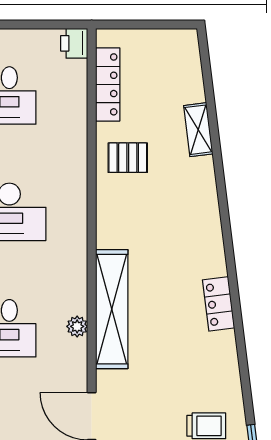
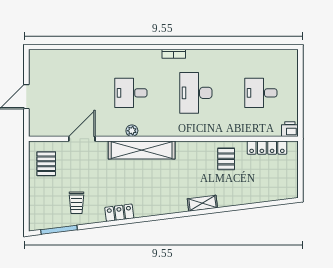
shelving: (198, 130) -> (202, 203), moved
locker: (219, 304) -> (119, 213), moved

